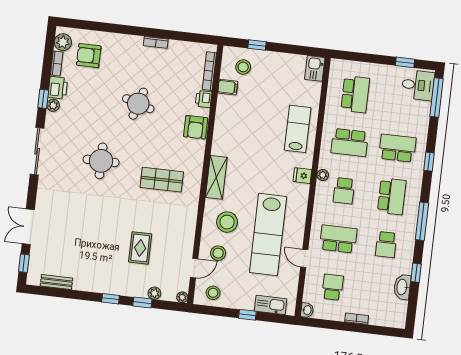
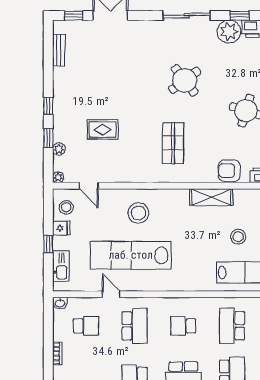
plant: (53, 105) -> (229, 31), width x1.88, depth x1.88
round table: (101, 161) -> (185, 80), turned -37
plant: (323, 175) -> (196, 303), removed
fridge: (302, 176) -> (61, 228), moved, turned 90
shelving: (216, 177) -> (211, 197), moved
stool: (218, 253) -> (238, 237), moved
door: (304, 258) -> (111, 294), hinge flipped

